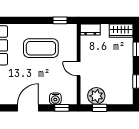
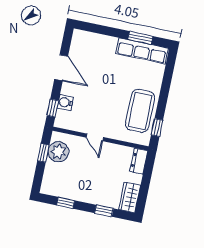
coffee table: (41, 48) -> (140, 111), moved
door: (79, 69) -> (95, 137), swing flipped

